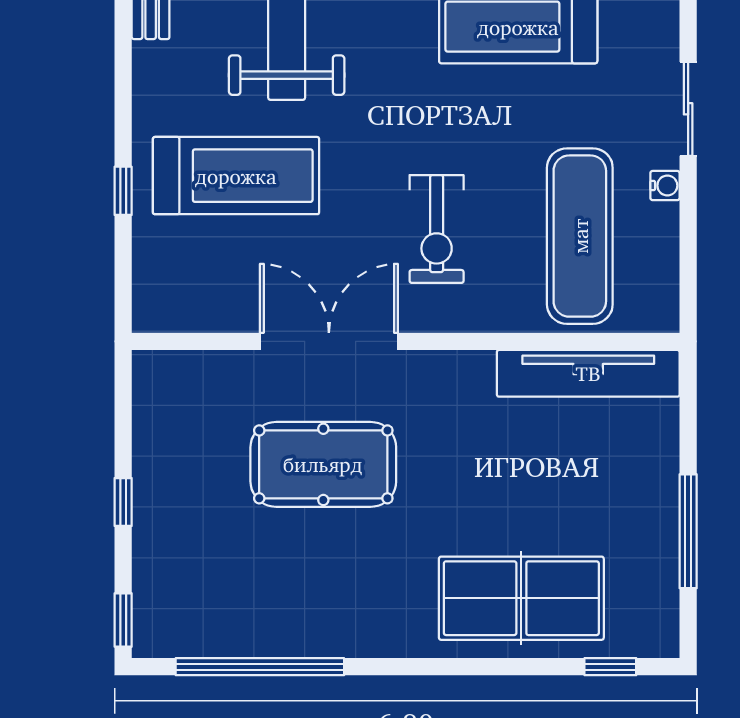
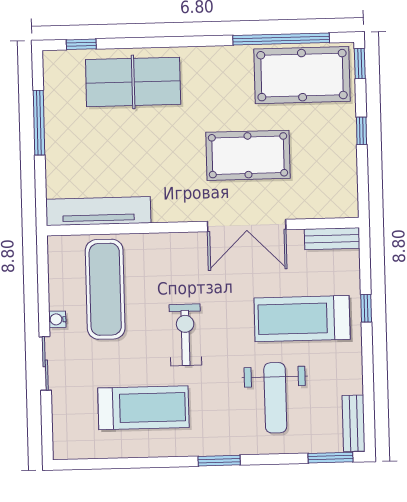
exercise bike: (437, 229) -> (185, 335), moved
bench: (180, 314) -> (332, 239), added
pool table: (225, 602) -> (302, 75), added

